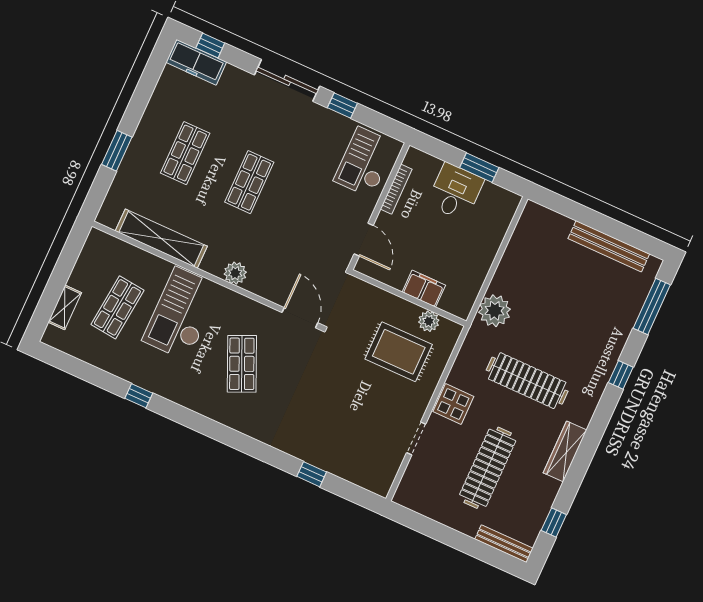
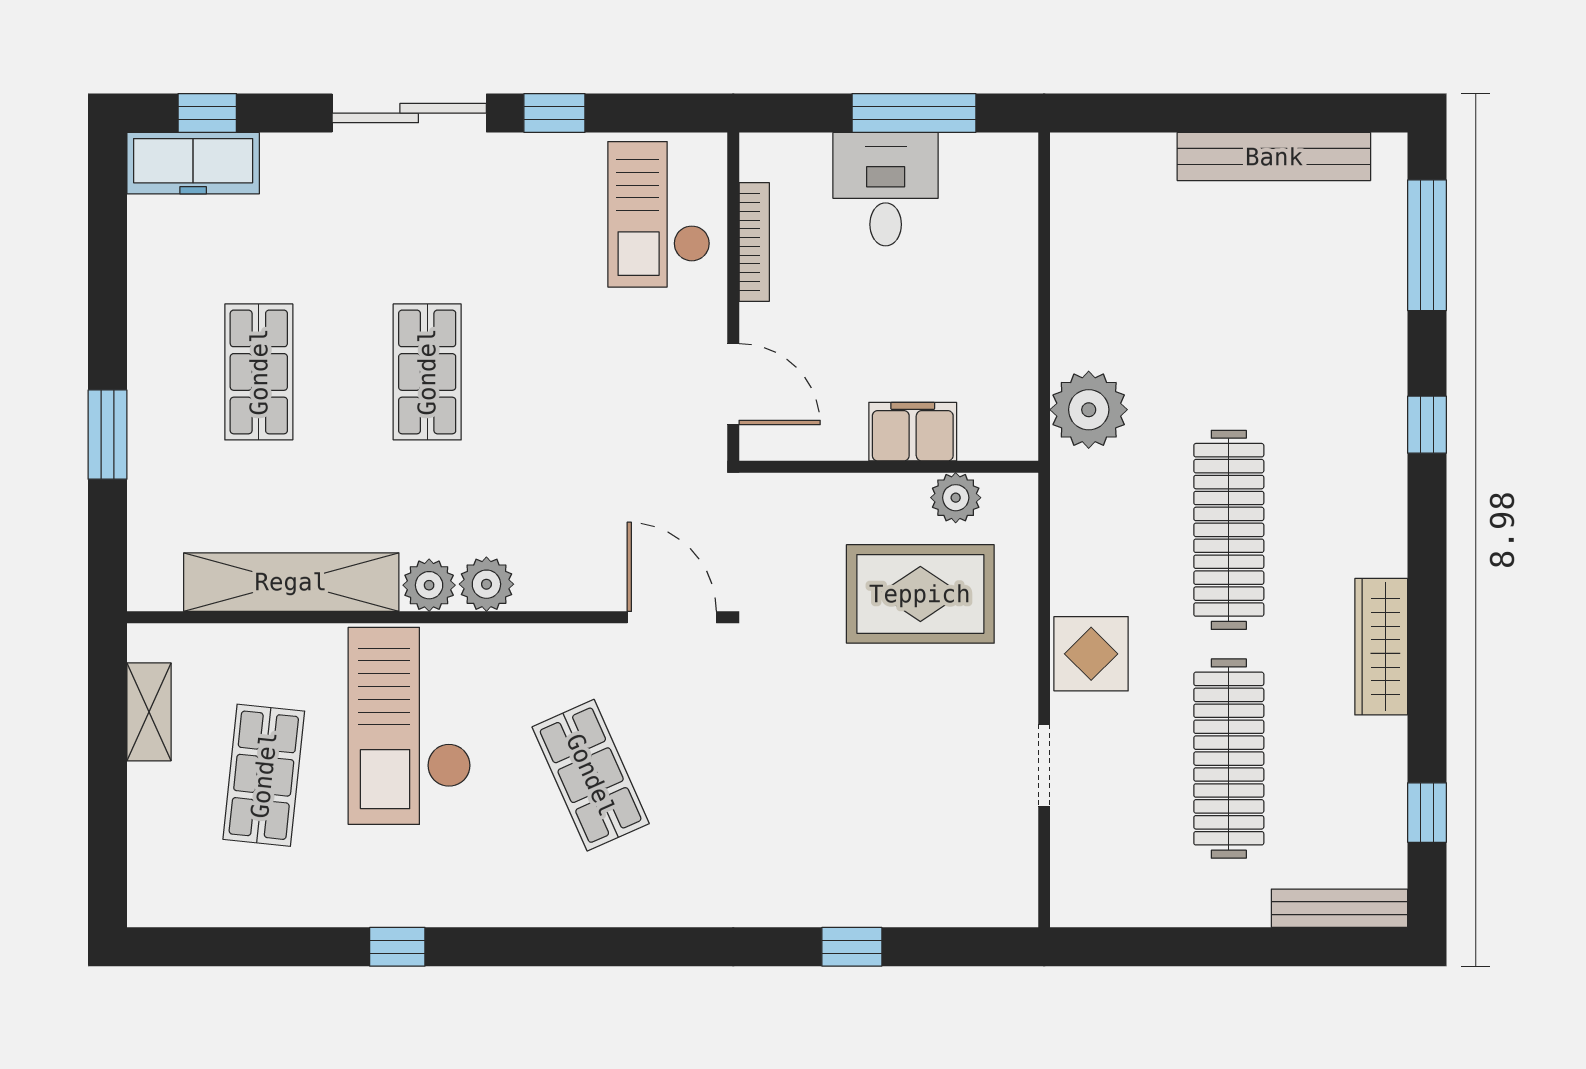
window: (479, 168) -> (914, 113), width x1.44
plant: (213, 264) -> (429, 585), added
shelving: (65, 307) -> (149, 712), moved
clothes rail: (527, 381) -> (1229, 530), turned 90

